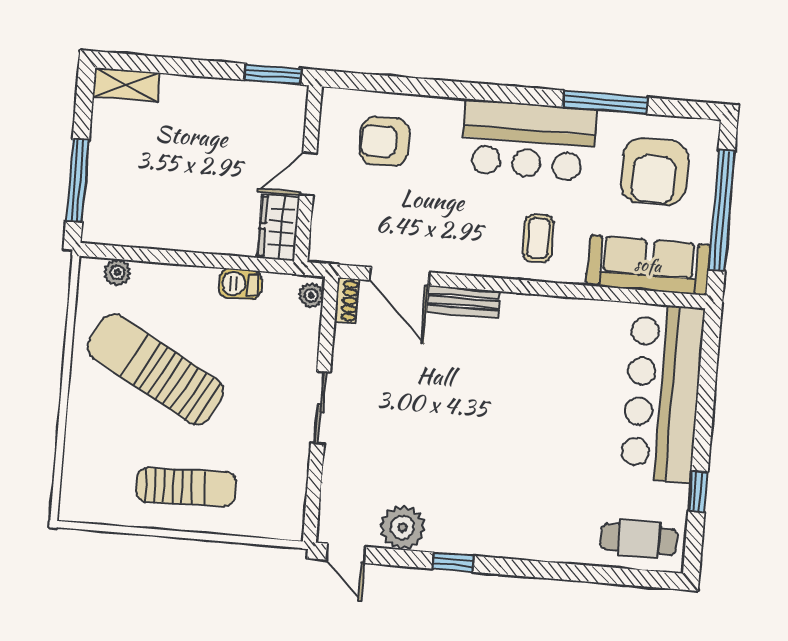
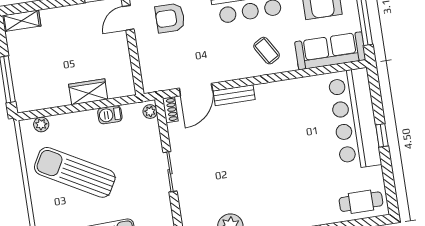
door: (308, 174) -> (128, 18), moved
wardrobe: (278, 227) -> (88, 92), moved, turned 90
coffee table: (538, 238) -> (267, 51), turned -31
door: (400, 276) -> (196, 90), hinge flipped
window: (698, 492) -> (382, 135), moved

